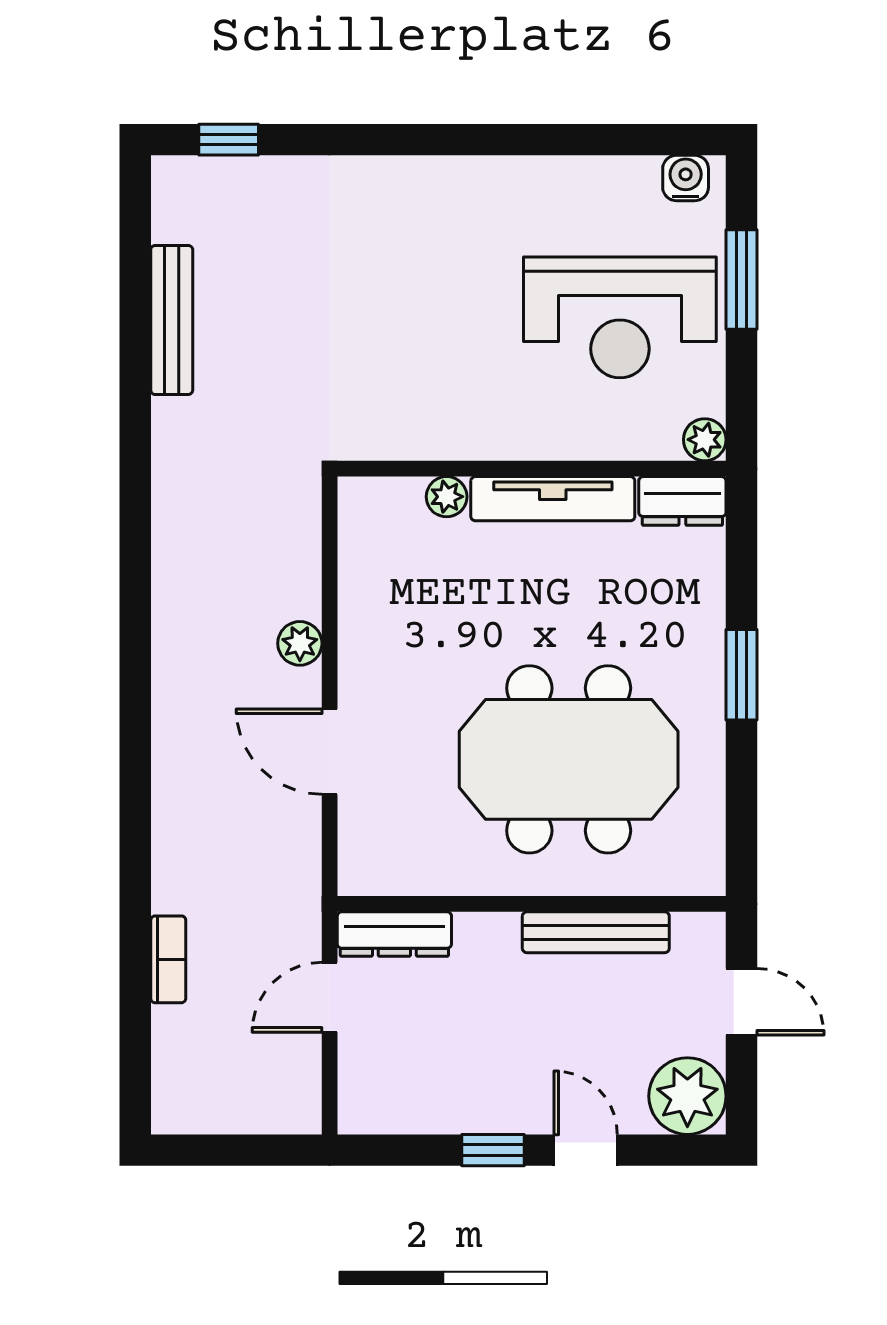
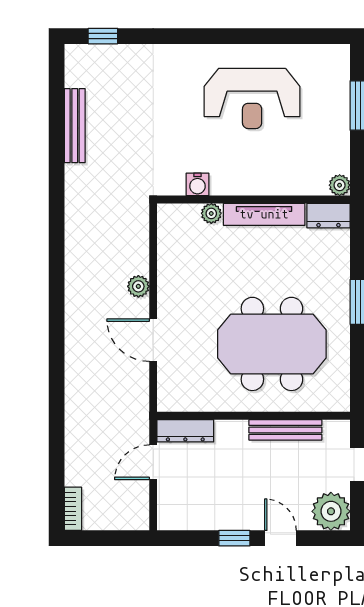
water cooler: (686, 178) -> (197, 184), moved, turned 180
reception desk: (620, 317) -> (252, 98), moved
bookcase: (168, 959) -> (73, 509), moved

